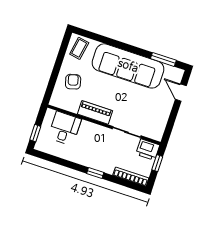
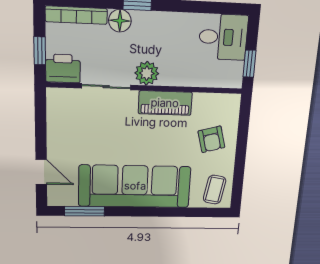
desk: (65, 128) -> (223, 37), moved, turned -90
window: (35, 133) -> (250, 64), moved
plant: (101, 133) -> (147, 73), added
floor lamp: (108, 167) -> (120, 21), added

